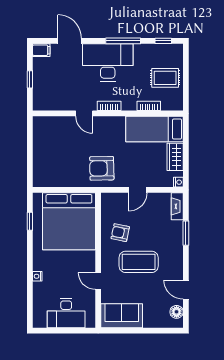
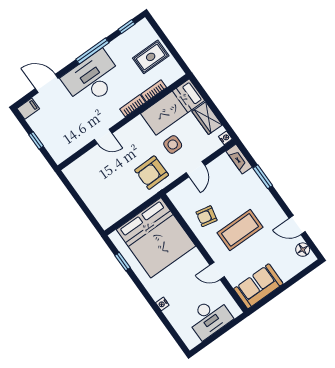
bookcase: (109, 106) -> (133, 106), moved
side table: (134, 158) -> (173, 145), added

